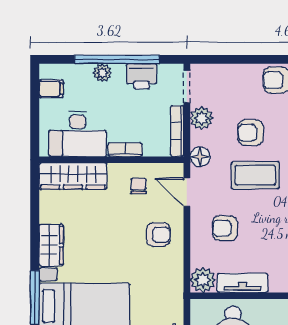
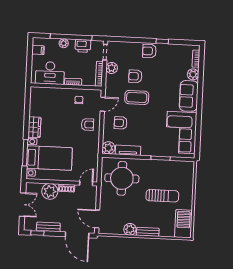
floor lamp: (200, 157) -> (110, 87), removed
wardrobe: (73, 176) -> (47, 94), removed
door: (187, 192) -> (103, 104), swing flipped

